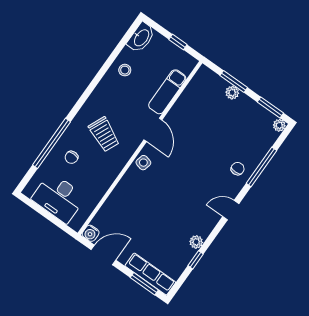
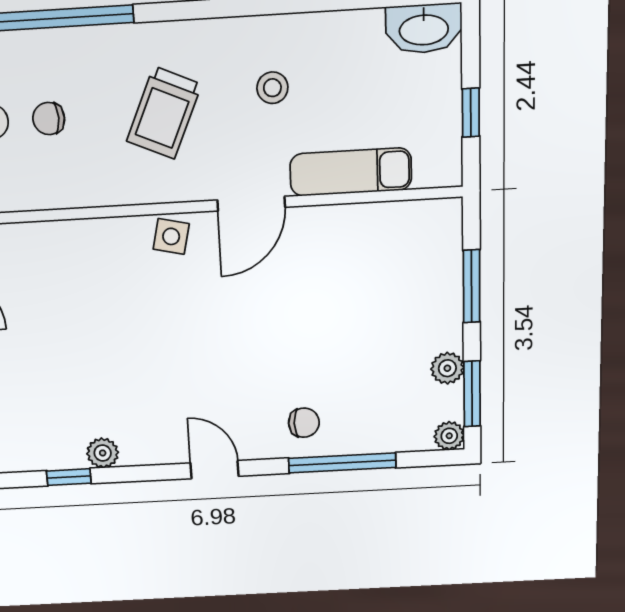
stool: (125, 70) -> (272, 88), moved
plant: (232, 93) -> (447, 368), moved
chair: (72, 157) -> (49, 119), moved

